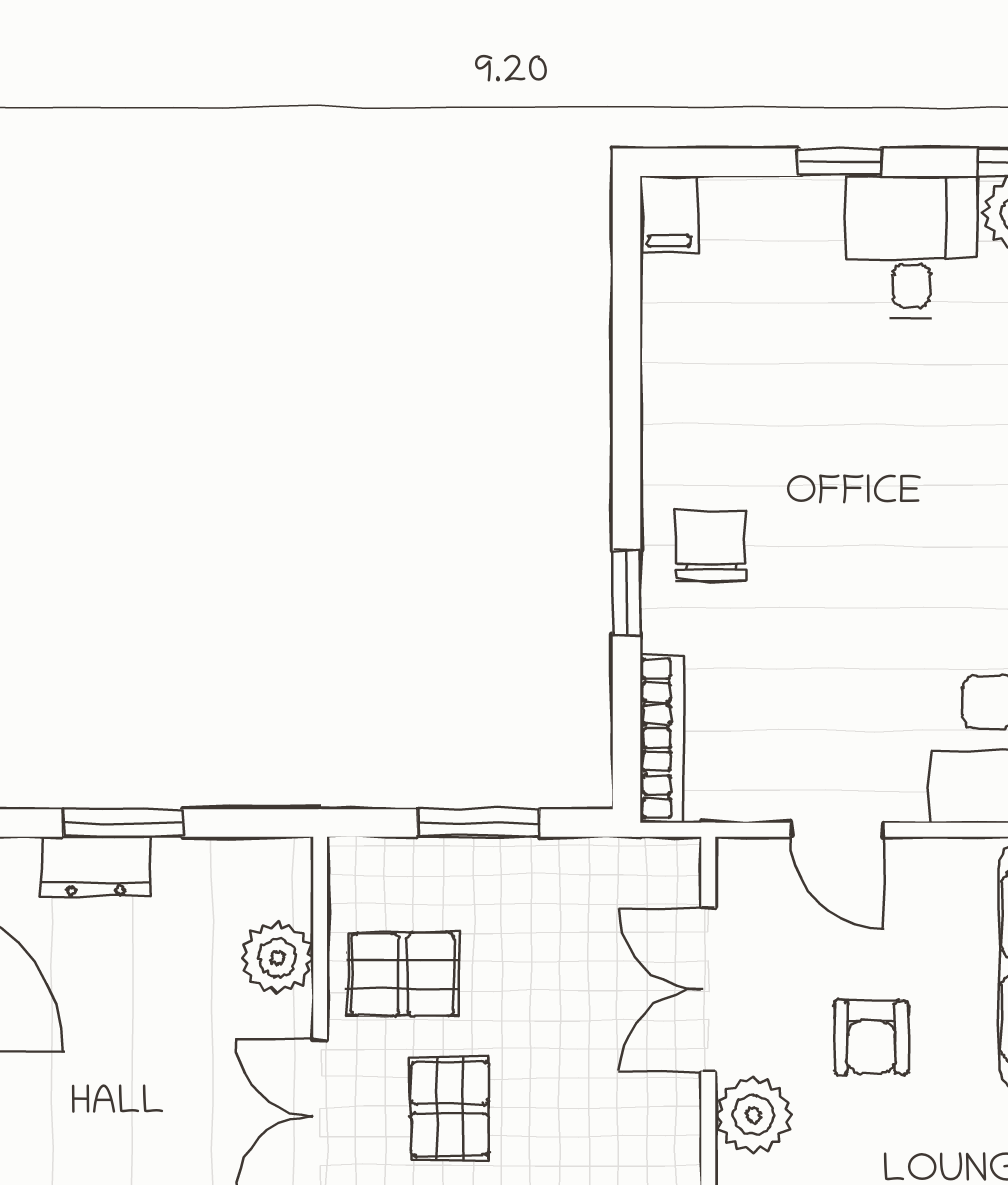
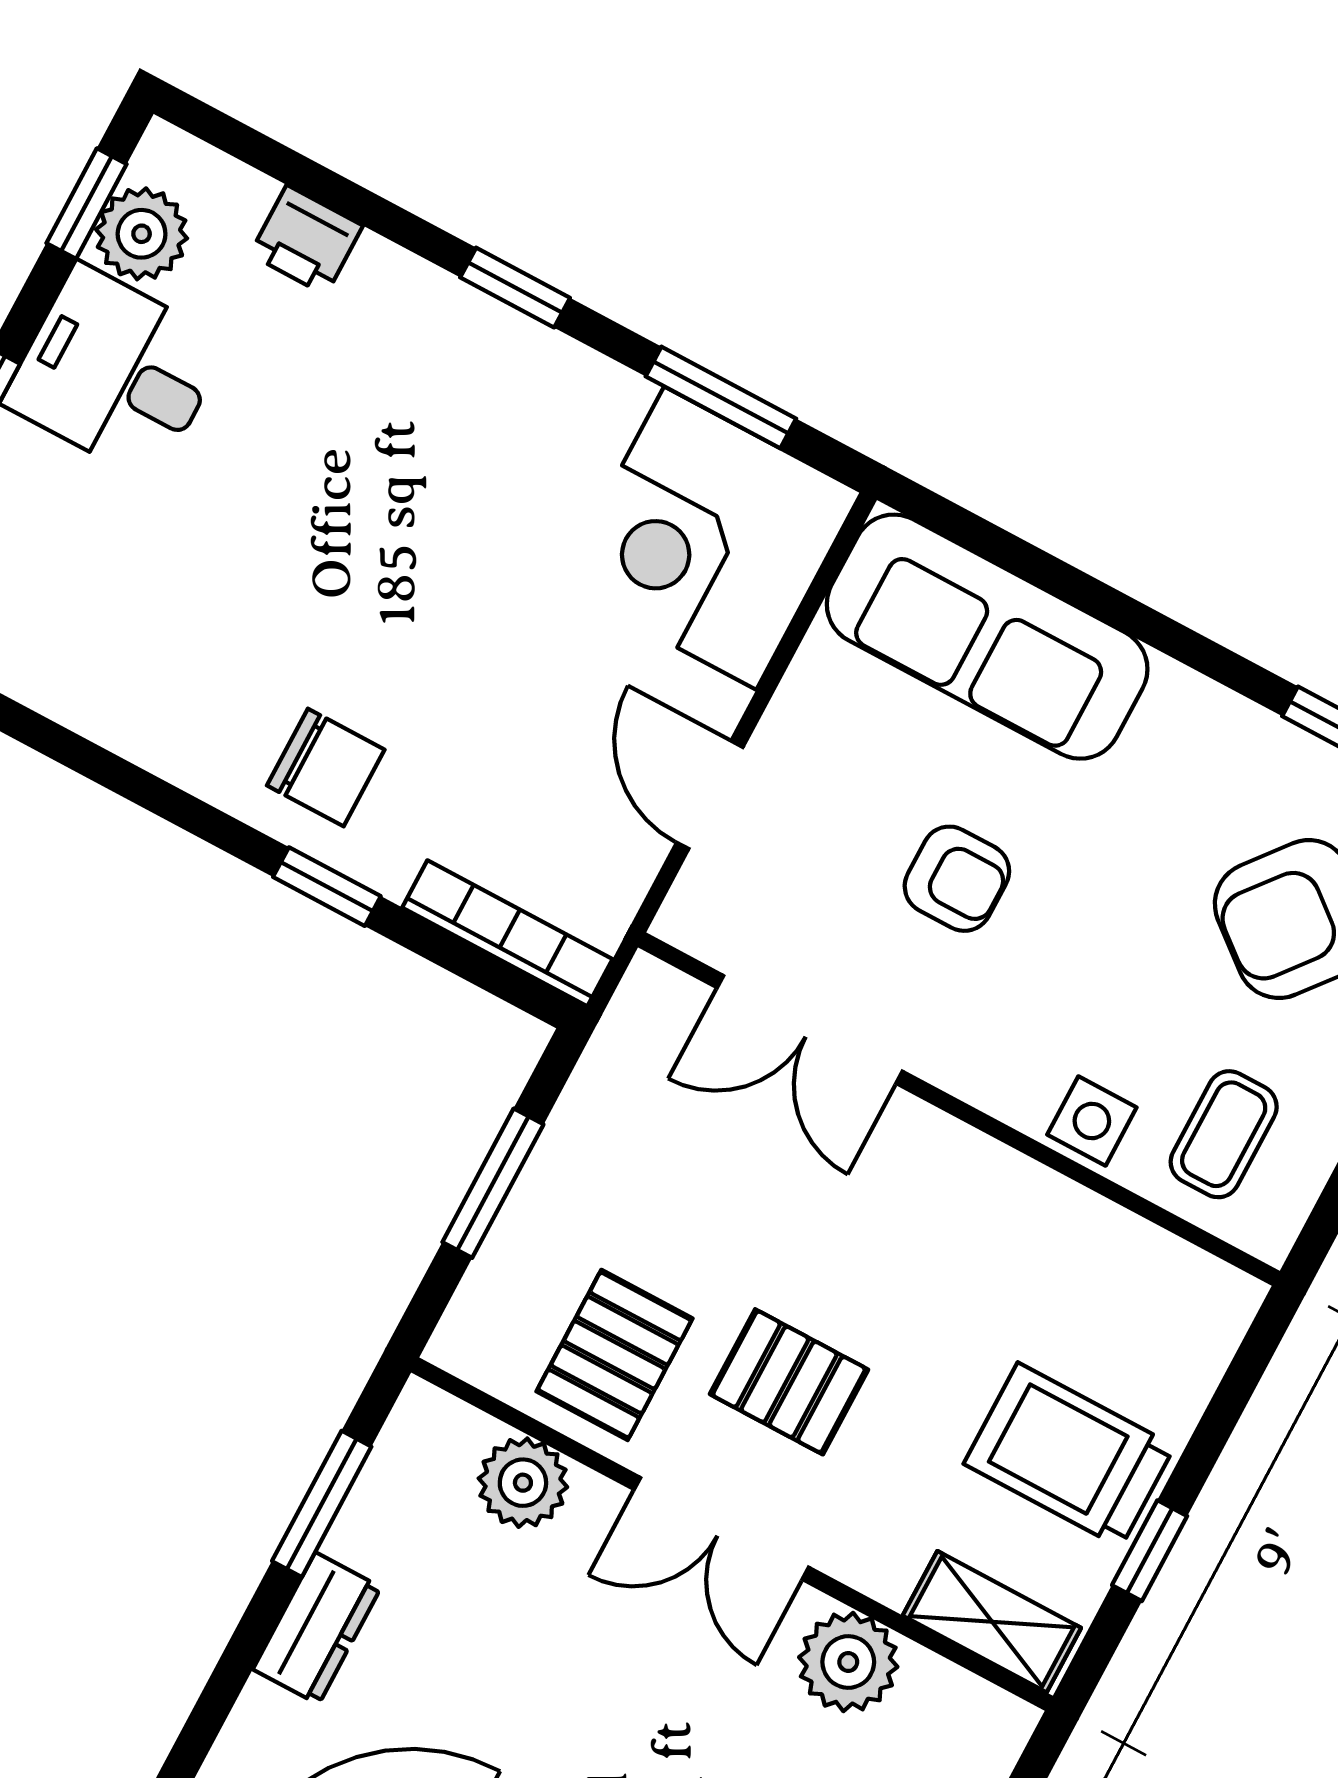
chair: (711, 546) -> (326, 768), turned 180
window: (123, 823) -> (322, 1504), moved
door: (837, 830) -> (710, 795), swing flipped
plant: (753, 1115) -> (973, 1053), removed

